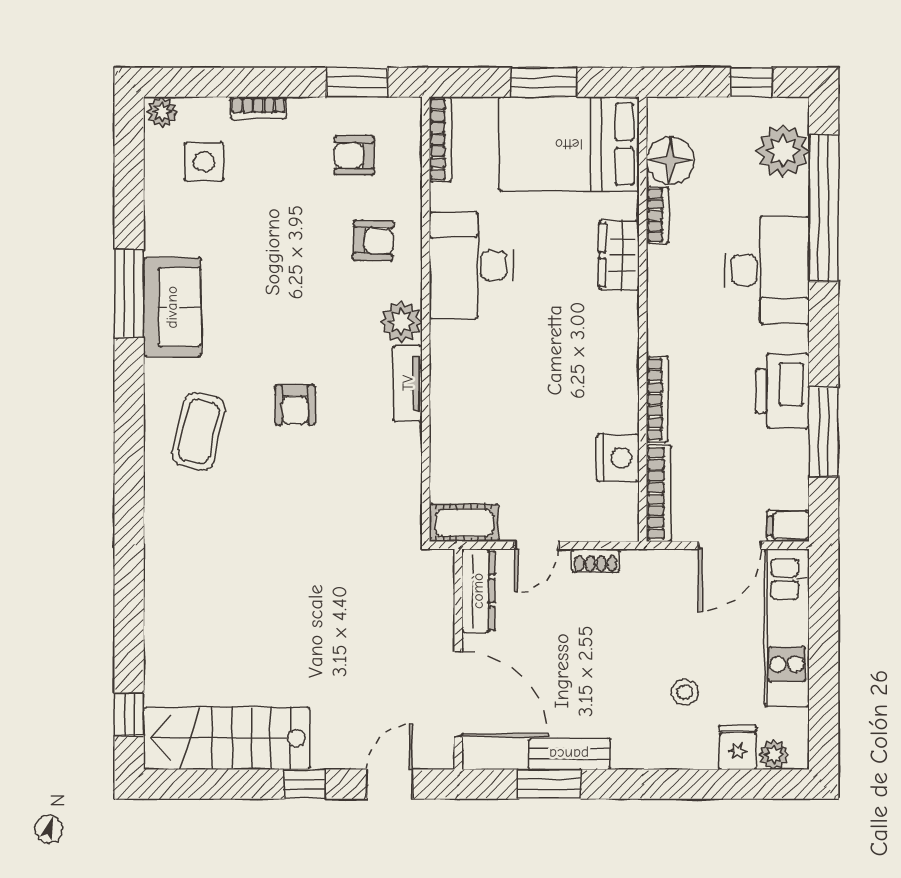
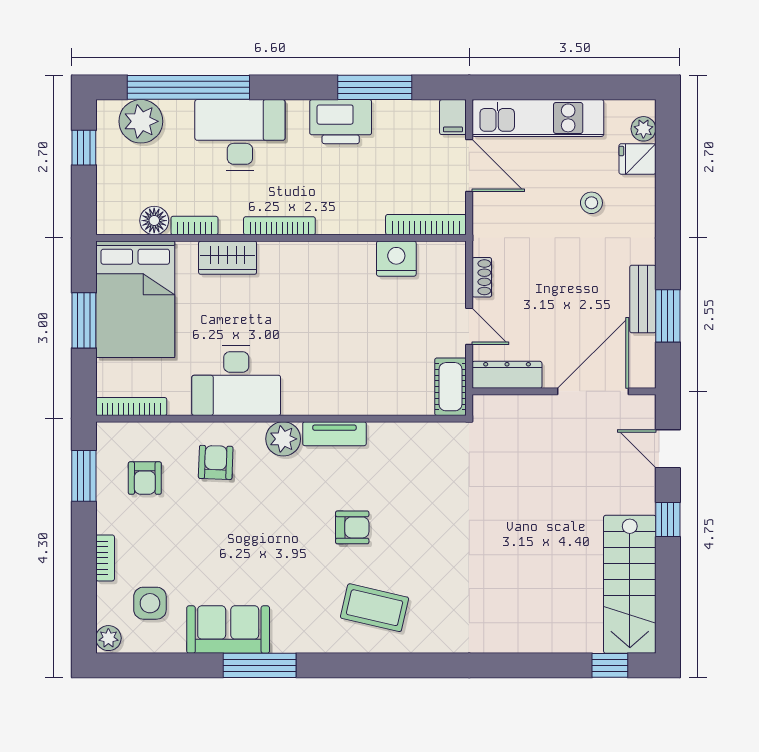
floor lamp: (670, 160) -> (154, 221), width x0.73, depth x0.73
sofa: (172, 307) -> (228, 630), moved
bookcase: (657, 399) -> (279, 226), moved

